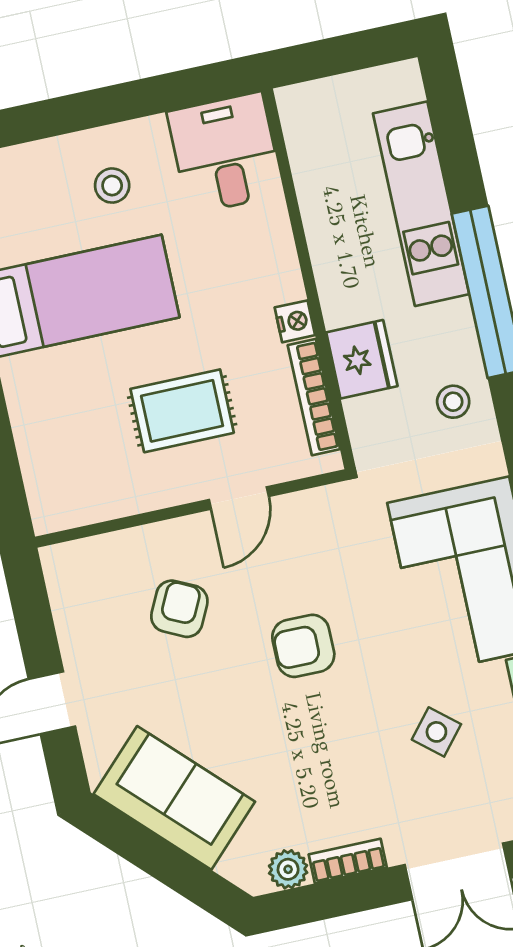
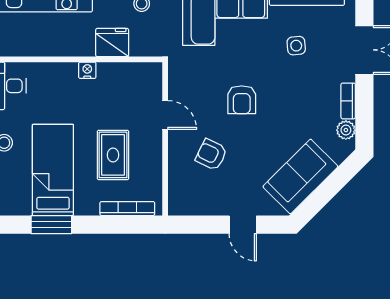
bookcase: (314, 397) -> (127, 209), moved, turned 180
rug: (182, 411) -> (113, 155), moved
side table: (436, 732) -> (296, 46), turned 45

